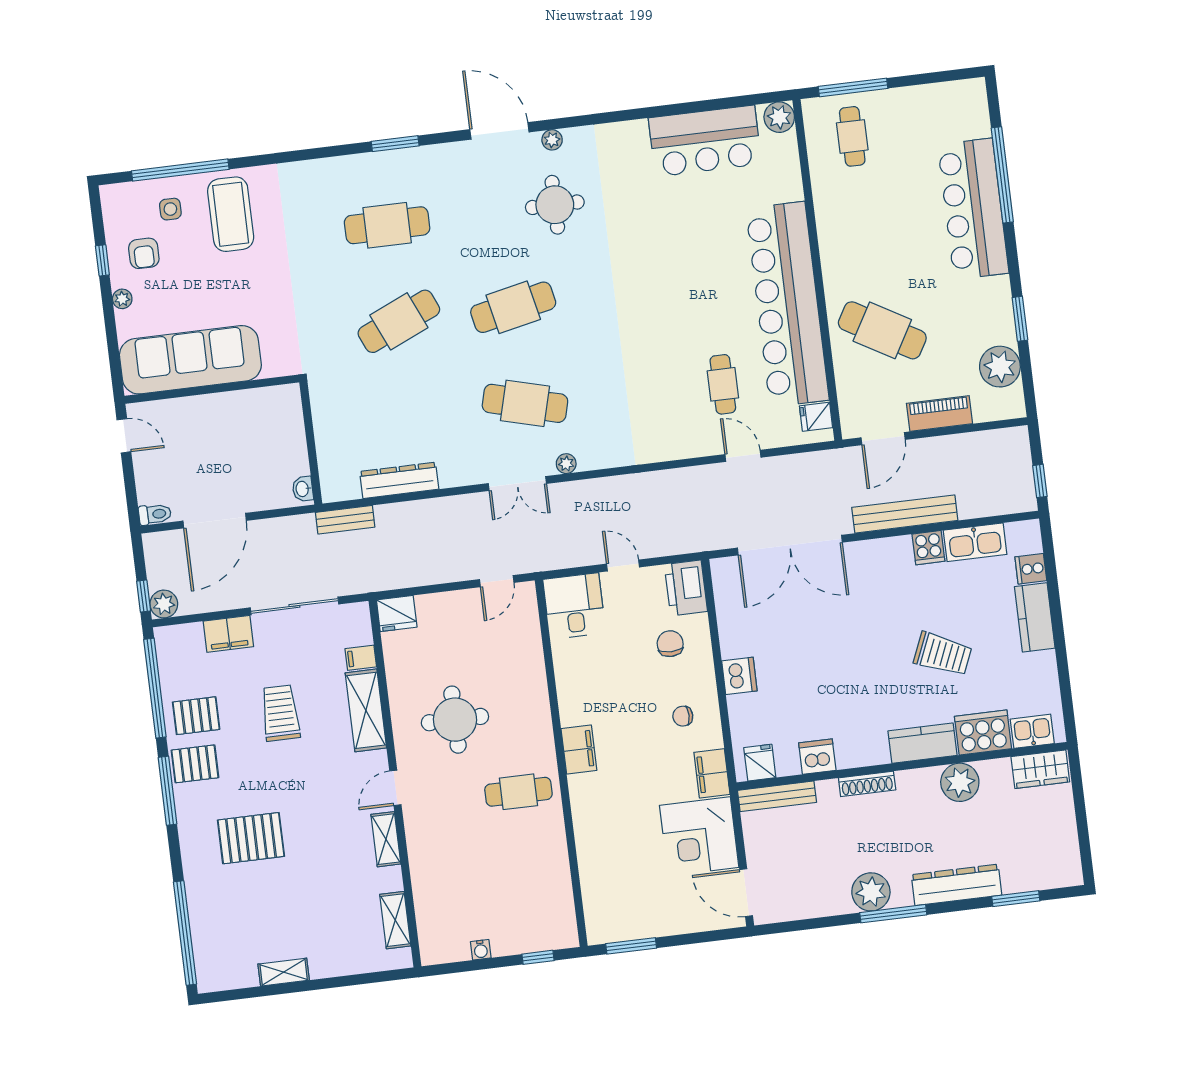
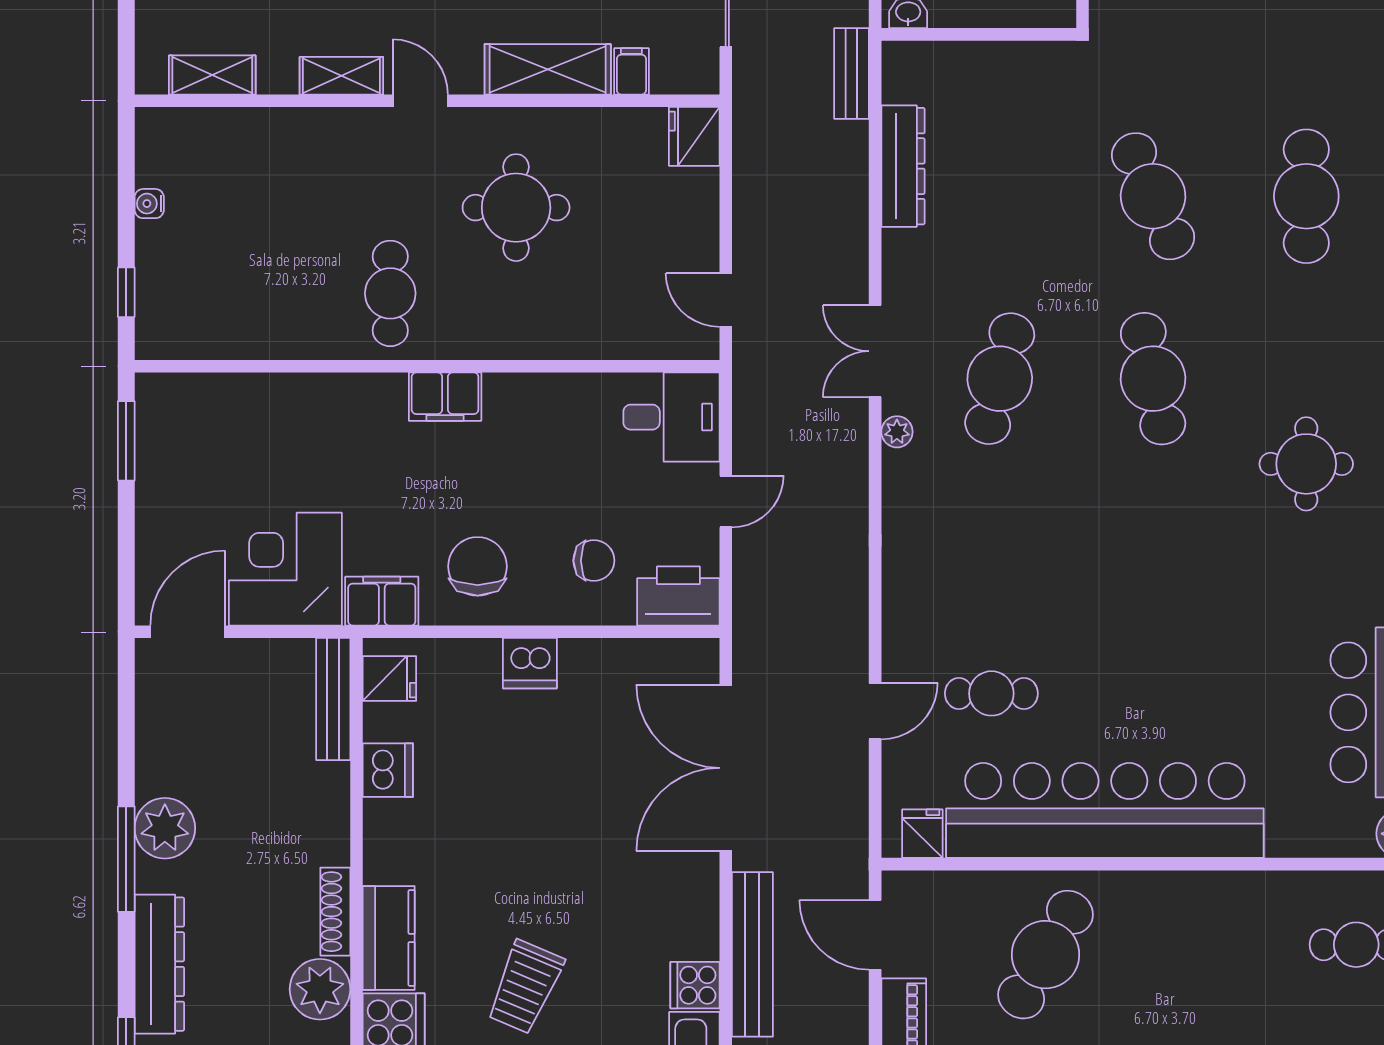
chair: (683, 716) -> (478, 566), width x1.87, depth x1.87
shoe rack: (867, 784) -> (335, 912), moved

